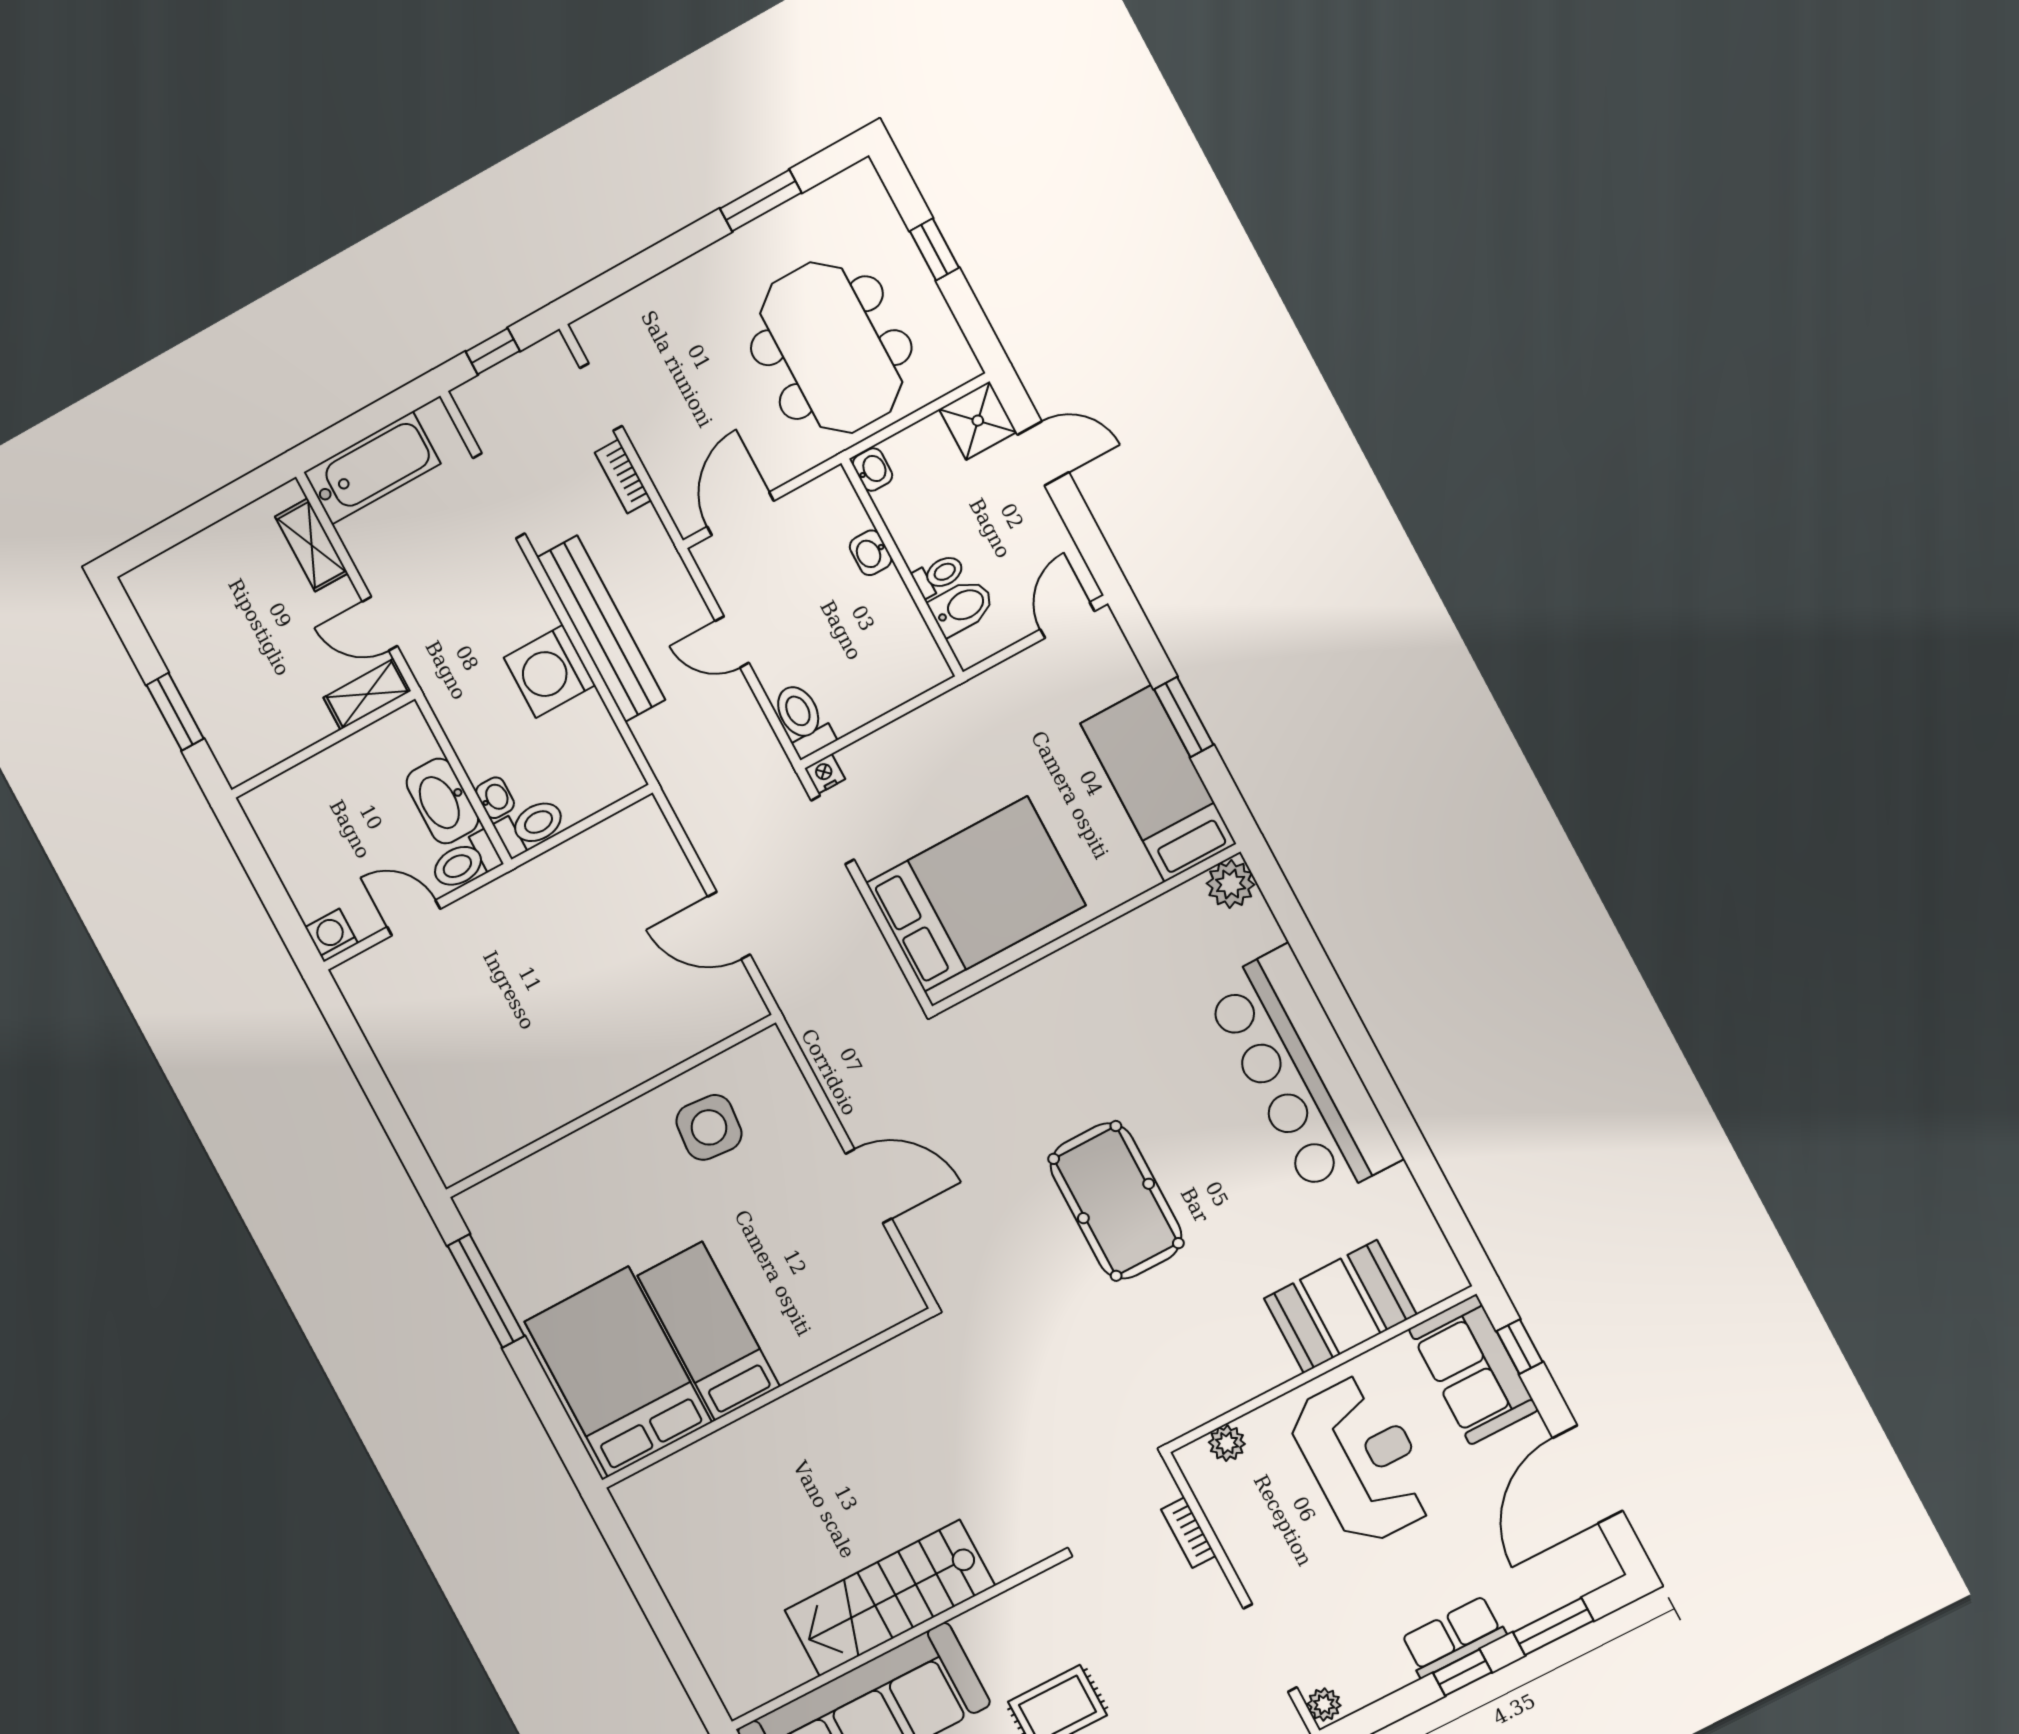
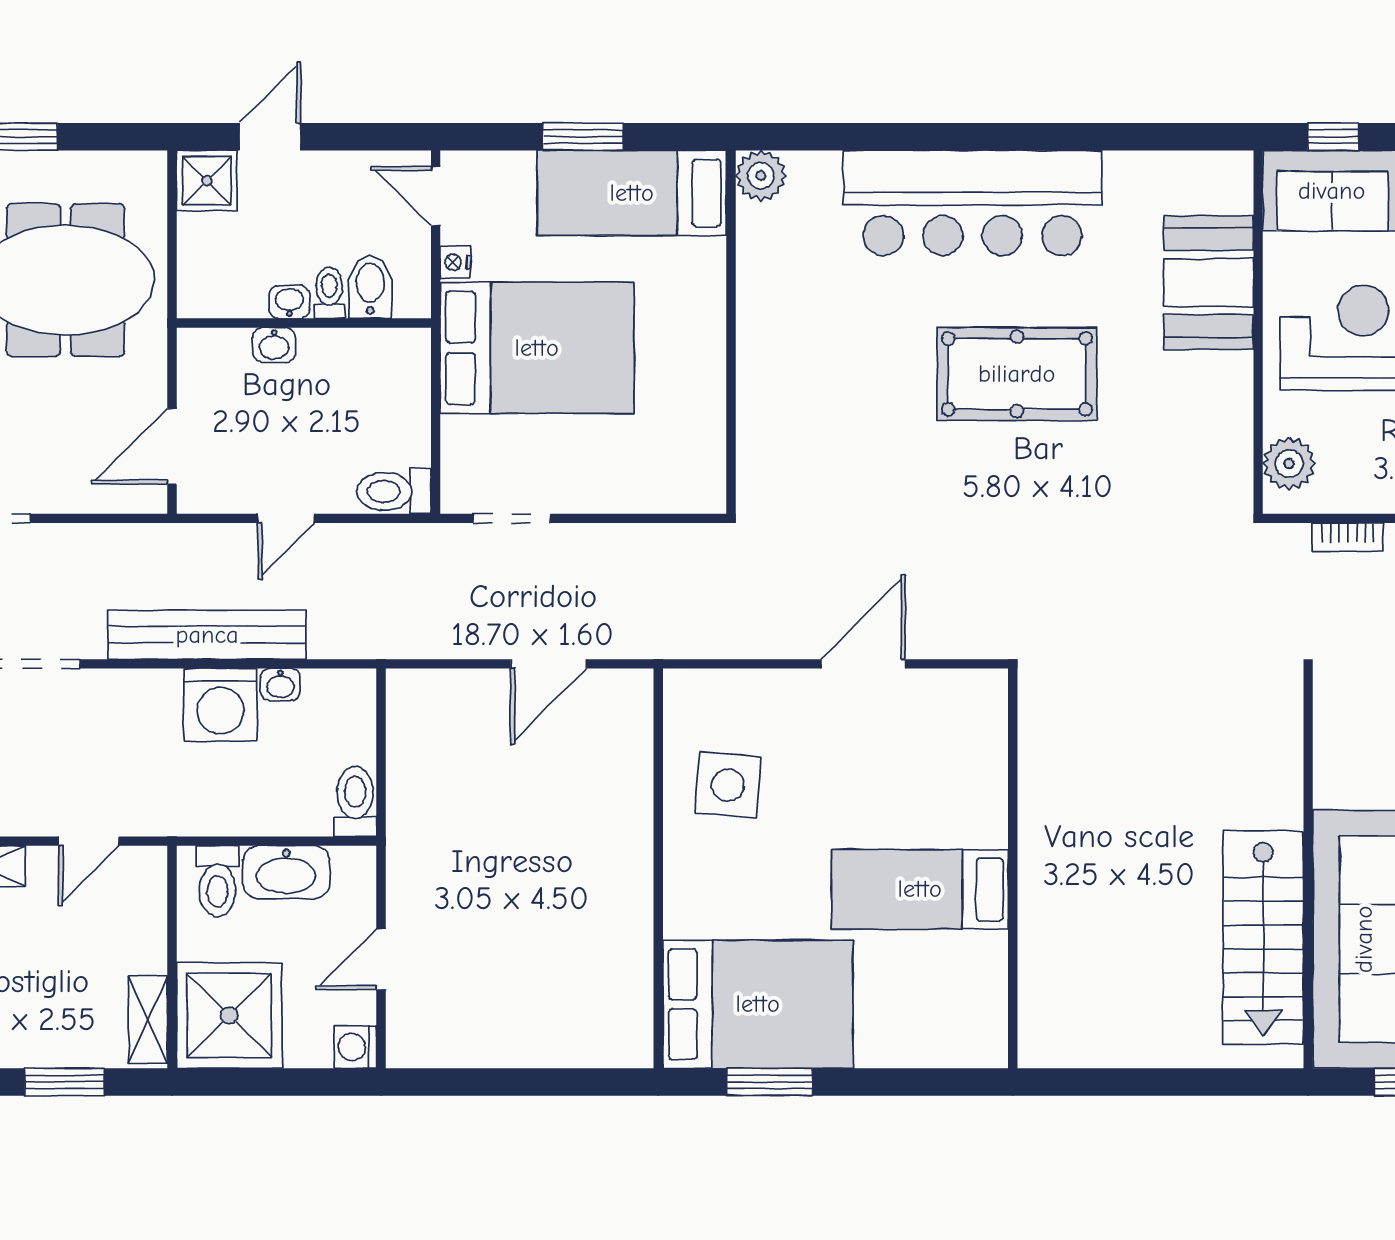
washbasin: (872, 470) -> (289, 302), moved
bookcase: (623, 476) -> (77, 538), removed
door: (740, 514) -> (172, 446), hinge flipped
shelving: (367, 694) -> (148, 1020), moved
nightstand: (825, 774) -> (456, 262), moved
washbasin: (495, 798) -> (280, 684), moved, turned 180
shower: (301, 818) -> (229, 1016), added
toilet: (465, 862) -> (217, 881), moved
bed: (976, 894) -> (537, 348), moved, turned 90
pool table: (1116, 1201) -> (1017, 374), moved
window: (486, 1291) -> (770, 1082), width x0.69
bed: (618, 1372) -> (758, 1004), moved, turned 180
plant: (1227, 1443) -> (1289, 463), width x1.38, depth x1.38
stairs: (890, 1598) -> (1263, 938), moved

